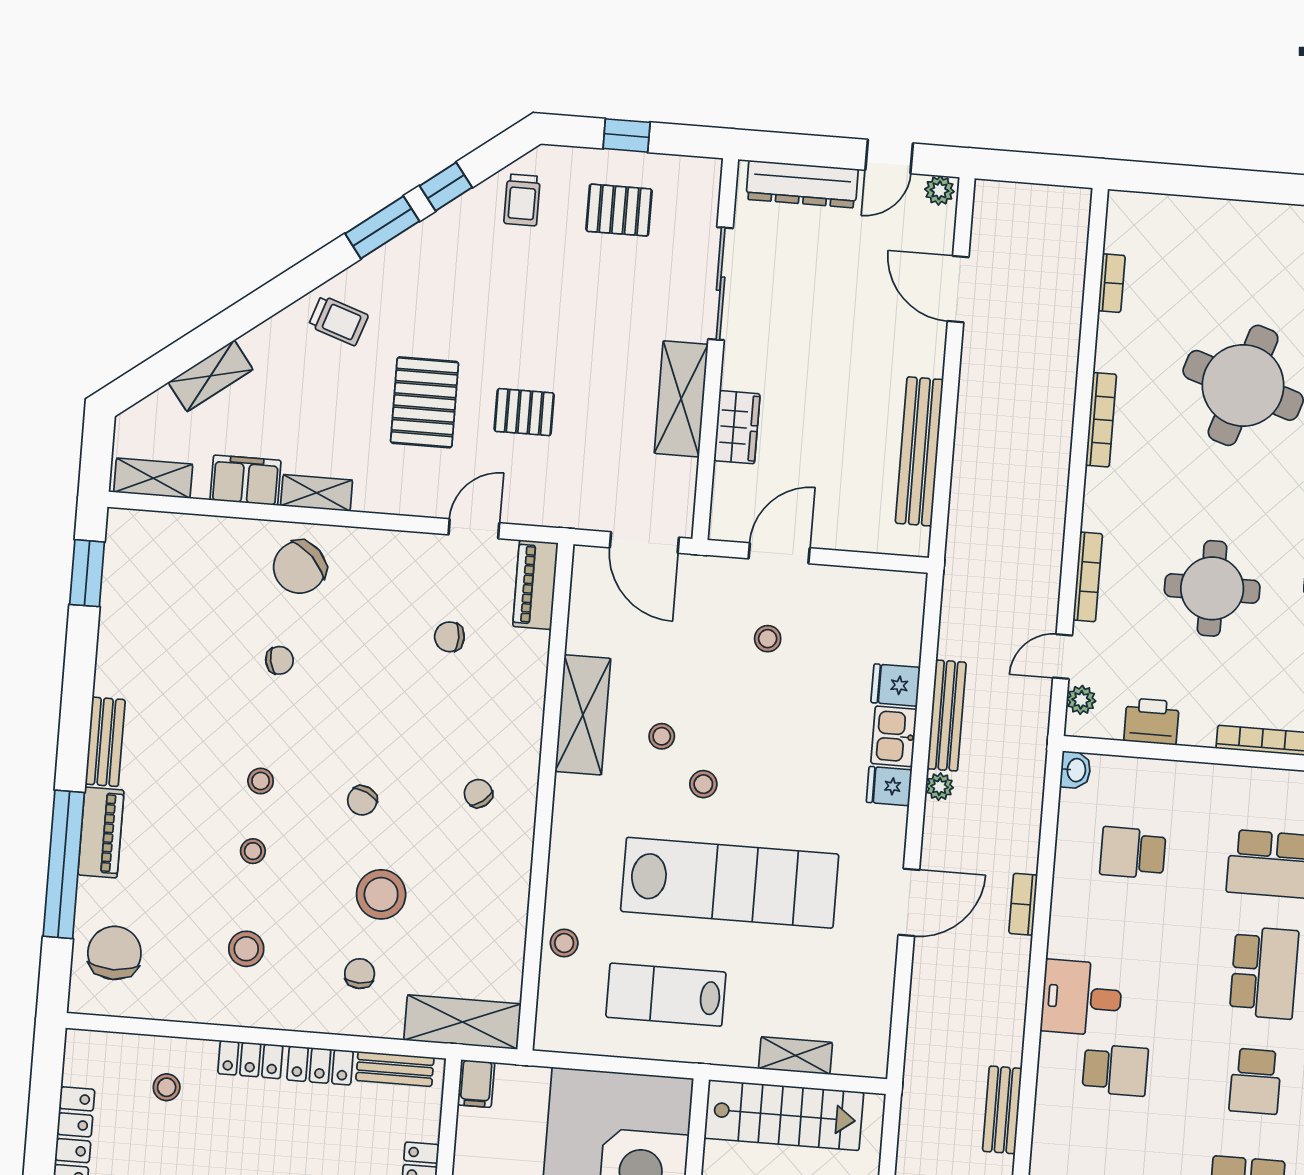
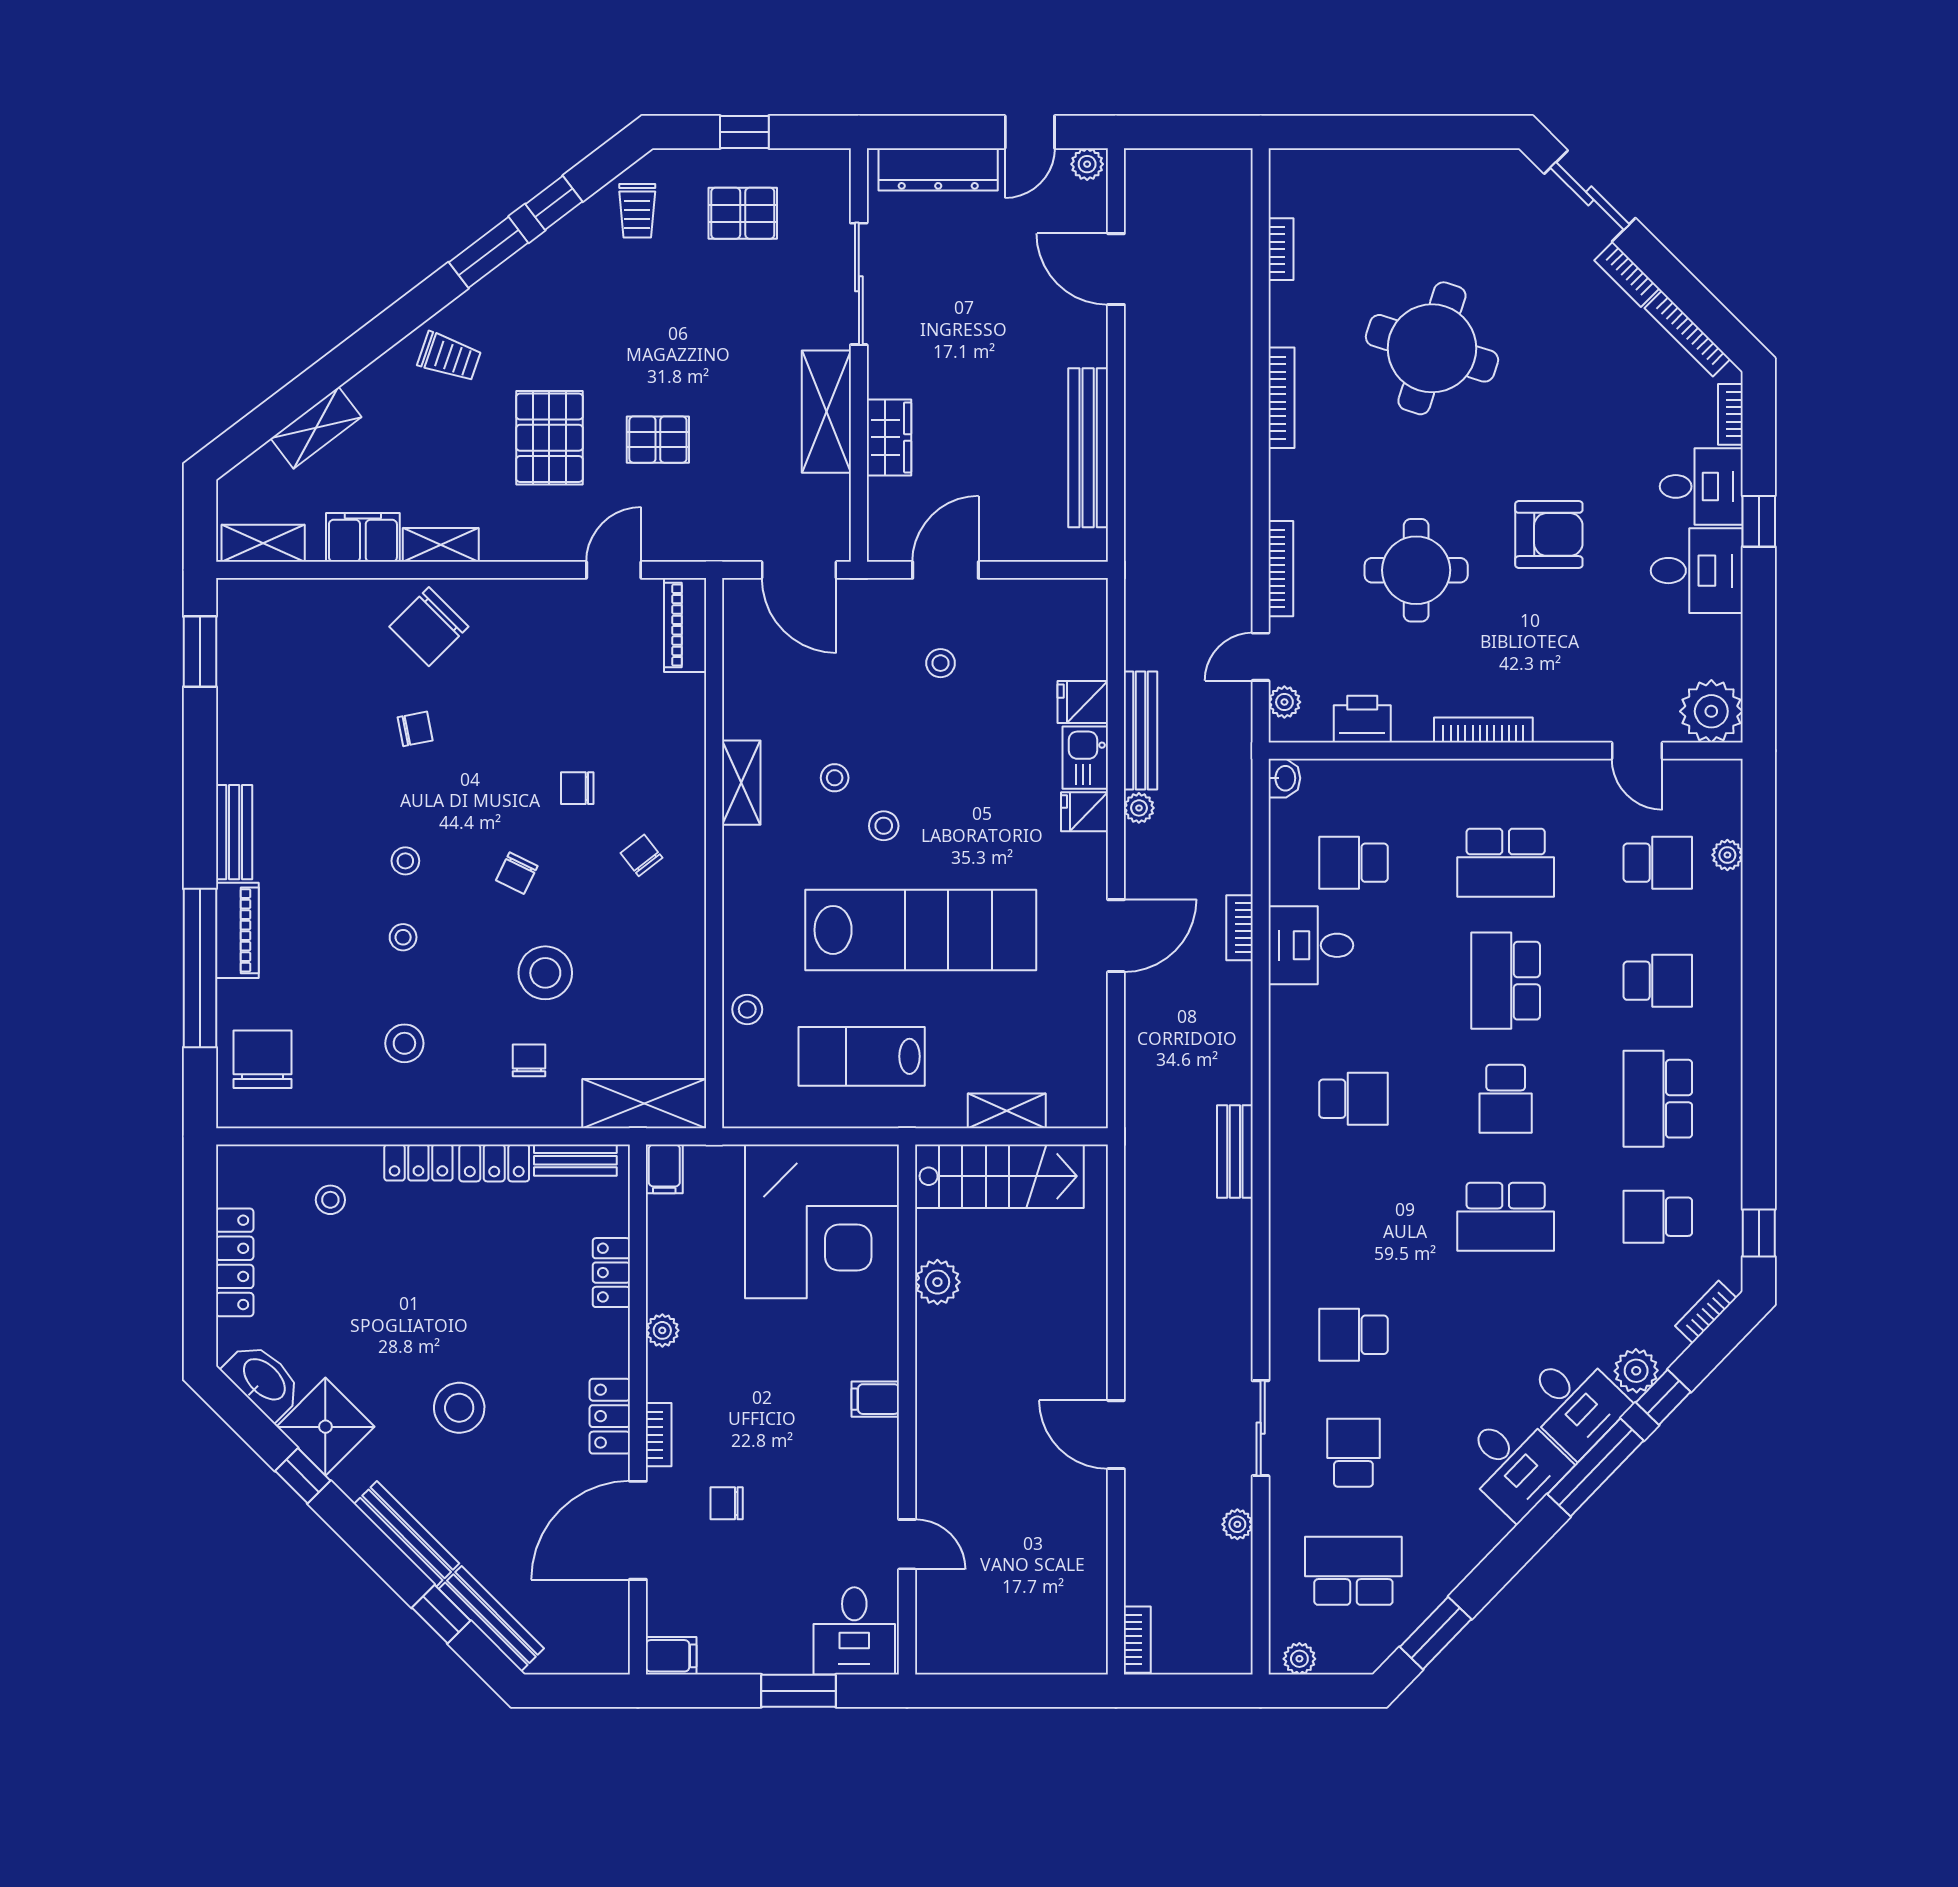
chair: (449, 637) -> (577, 788), moved
shelving: (583, 715) -> (741, 783), width x0.67, depth x0.75
school desk: (1264, 973) -> (1506, 981), turned 180
desk: (1082, 998) -> (1311, 945), moved

